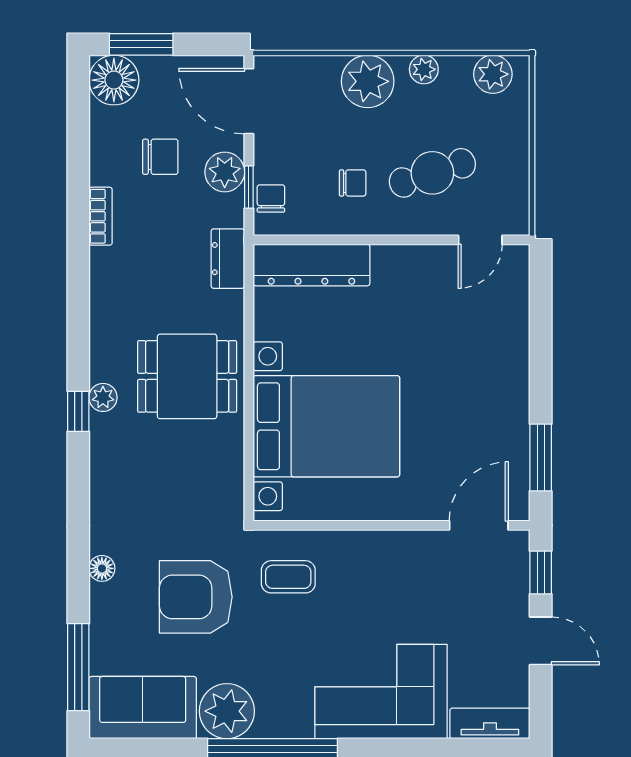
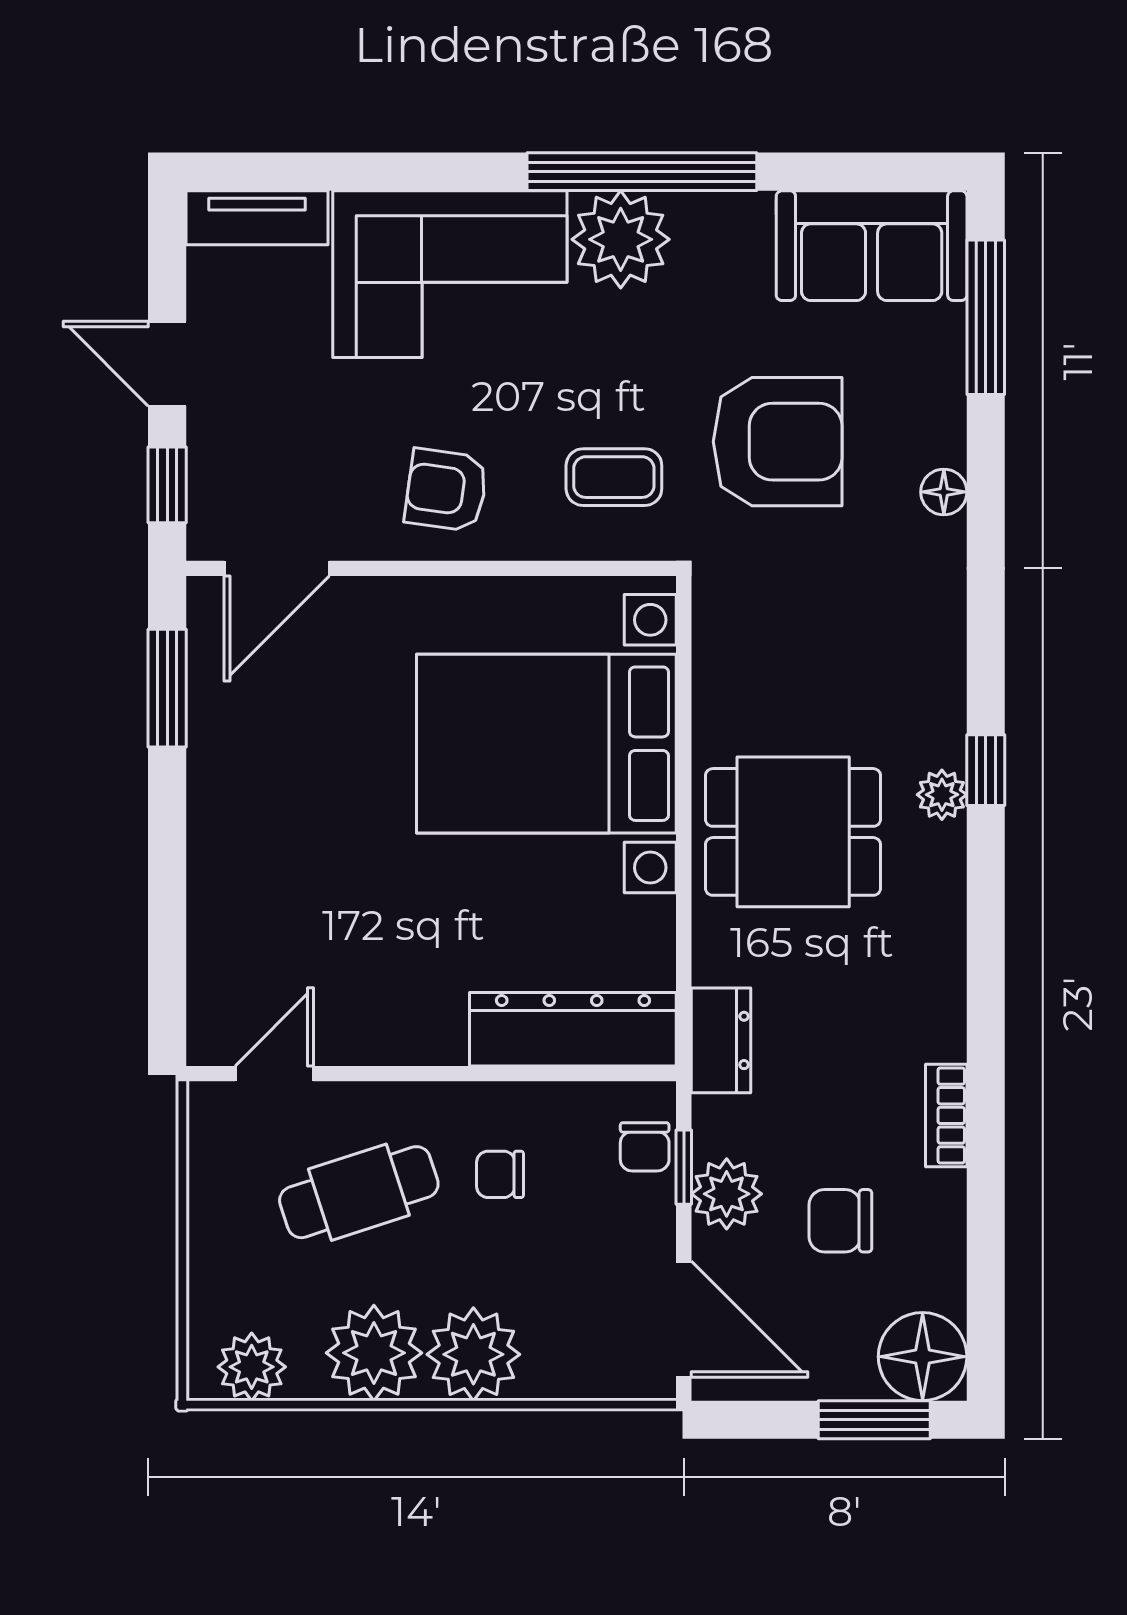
plant: (424, 69) -> (374, 1353), width x1.88, depth x1.88
armchair: (383, 570) -> (446, 490), added
plant: (227, 711) -> (621, 239), moved

